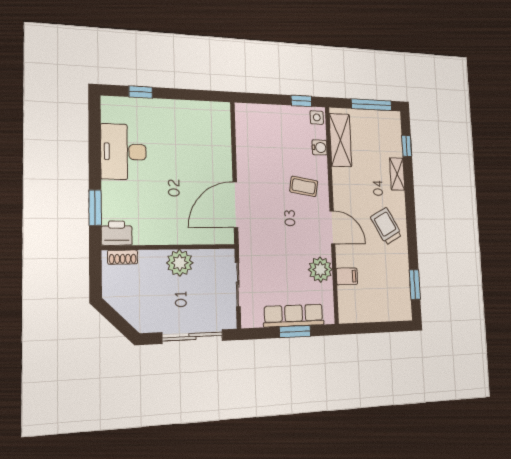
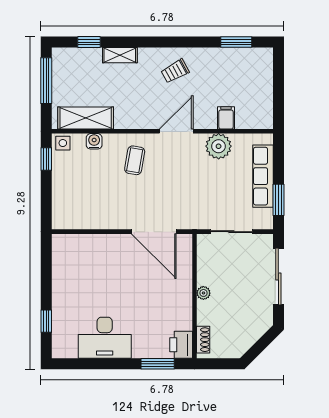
trolley: (386, 226) -> (175, 71), width x0.73, depth x0.72
plant: (180, 263) -> (203, 293), width x0.53, depth x0.53
window: (295, 332) -> (278, 200), moved

